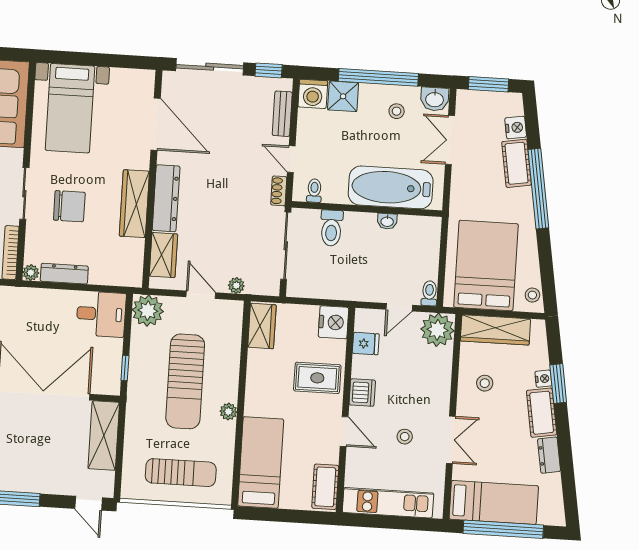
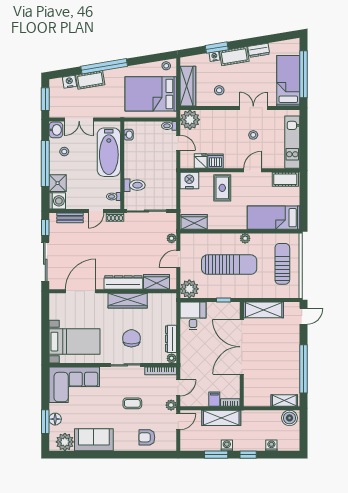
washbasin: (387, 221) -> (129, 135), moved
dishwasher: (362, 392) -> (215, 161), moved

